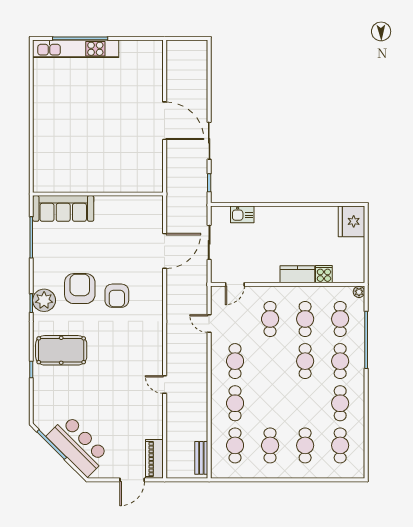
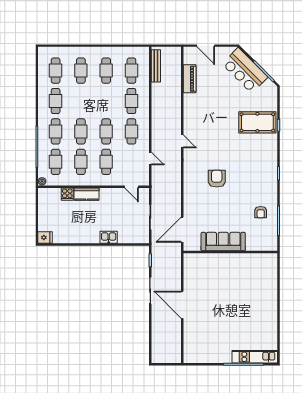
kitchen unit: (76, 49) -> (255, 357), width x0.73
sofa: (63, 208) -> (223, 242), moved
kitchen sink: (242, 214) -> (109, 237), moved
fridge: (352, 221) -> (45, 238), width x0.53, depth x0.75
door: (165, 251) -> (182, 230), moved
door: (235, 284) -> (132, 187), swing flipped
armchair: (80, 289) -> (261, 212), moved, width x0.53, depth x0.53
plant: (44, 300) -> (269, 175), removed
pool table: (61, 350) -> (257, 122), moved
cafe table: (270, 361) -> (106, 131), added
door: (165, 385) -> (182, 141), moved
bench: (201, 458) -> (156, 66), width x1.36
piano: (154, 459) -> (190, 79), moved
door: (132, 480) -> (206, 46), swing flipped

